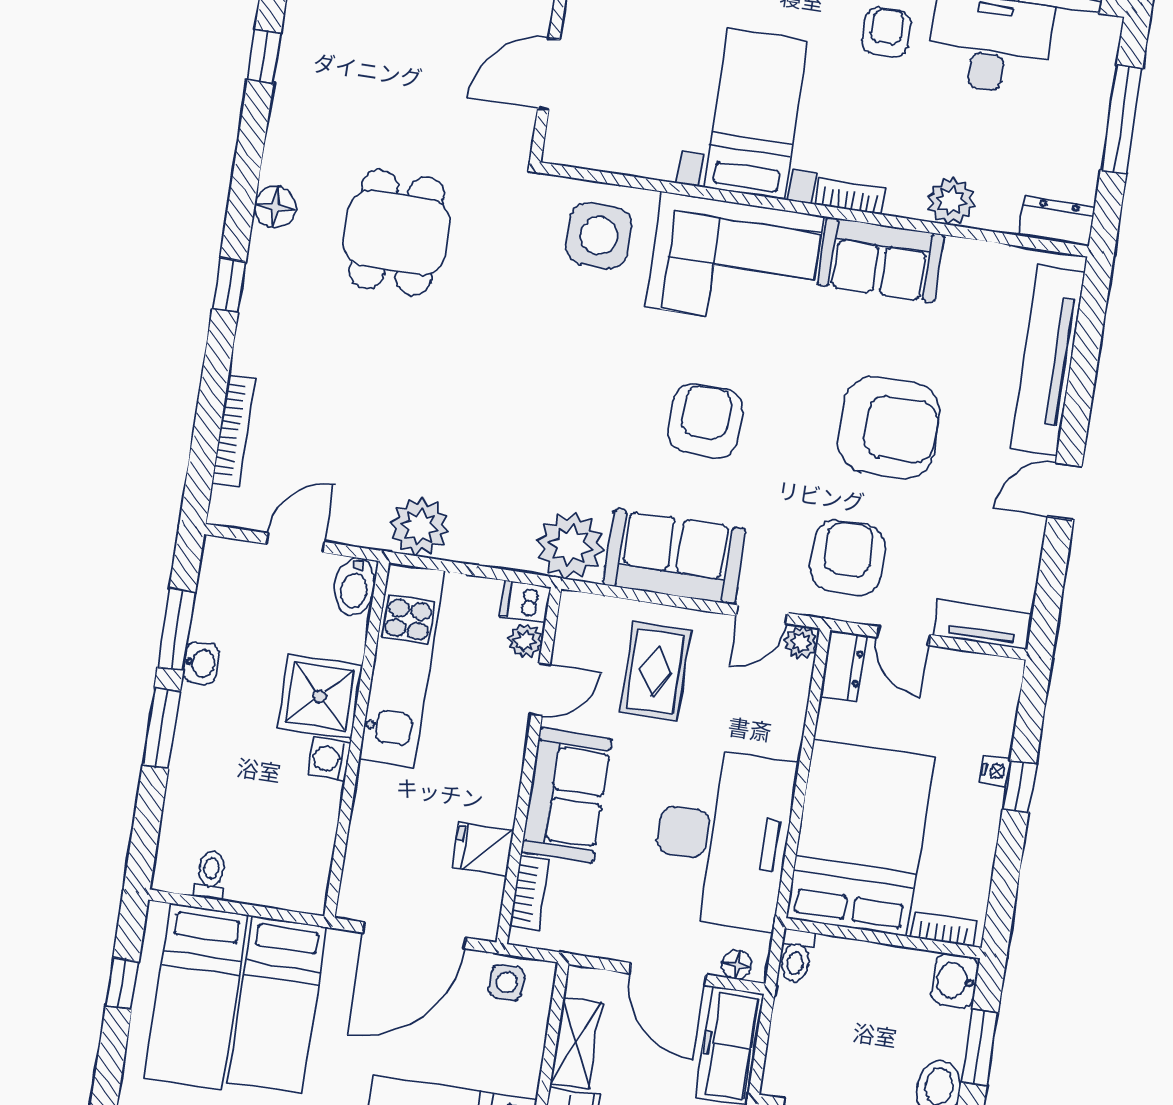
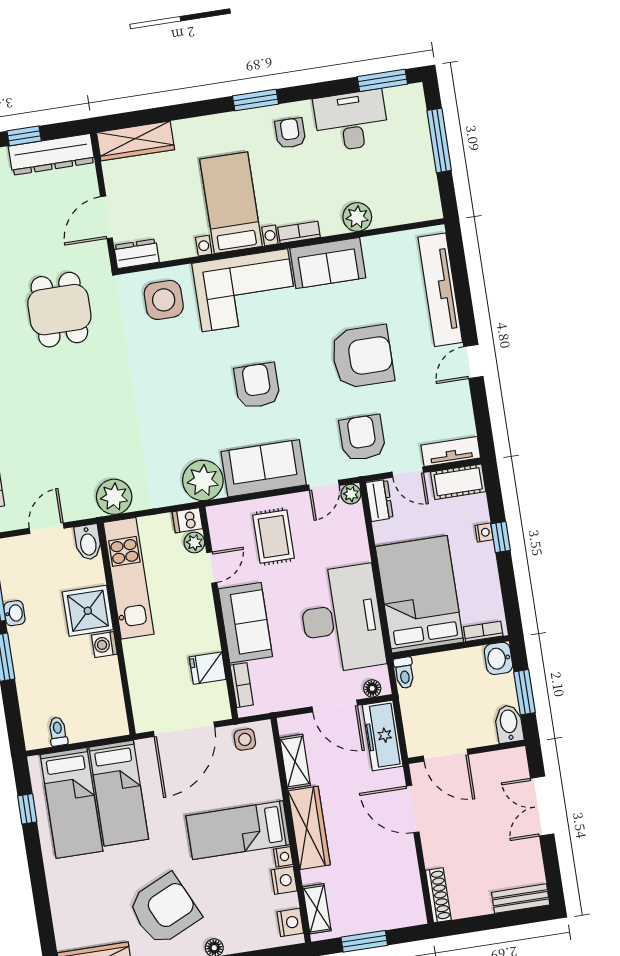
dresser: (1057, 221) -> (137, 254), moved
dining table: (397, 233) -> (59, 310), moved
cot: (979, 677) -> (458, 482), added

